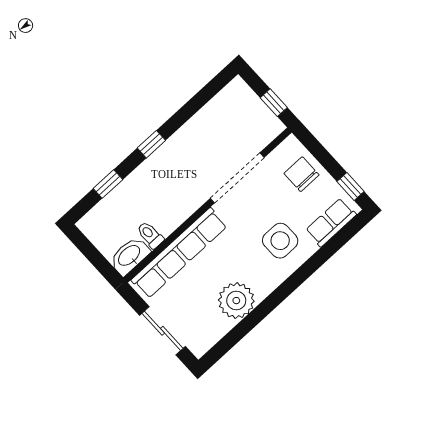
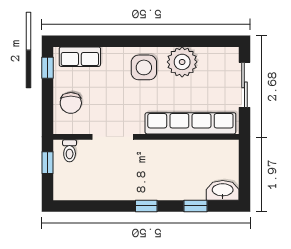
doorway: (237, 178) -> (112, 137), width x0.73
toilet: (150, 235) -> (70, 151), moved
side table: (280, 241) -> (144, 67), moved
washbasin: (129, 256) -> (223, 190), moved, turned 180

